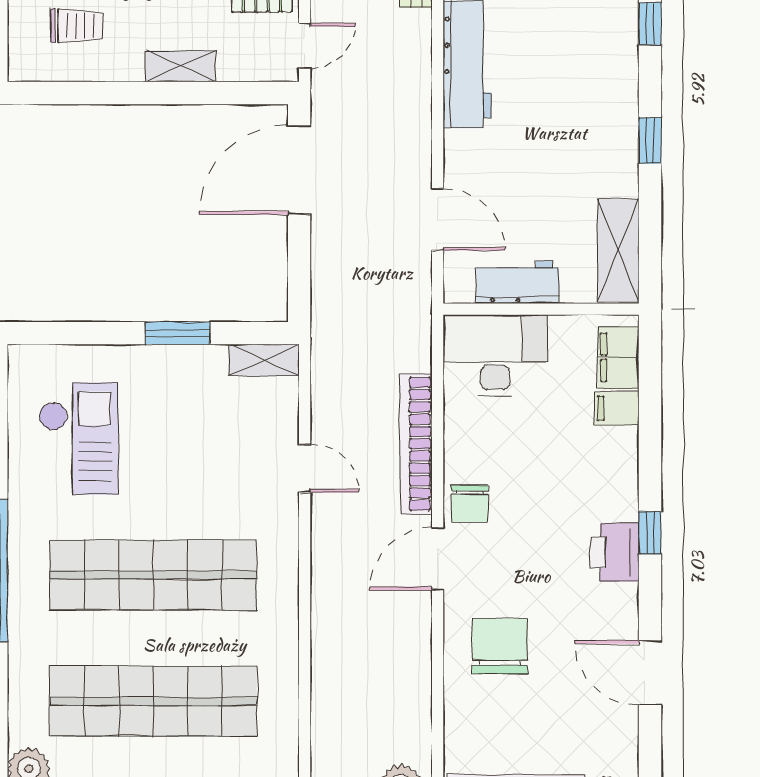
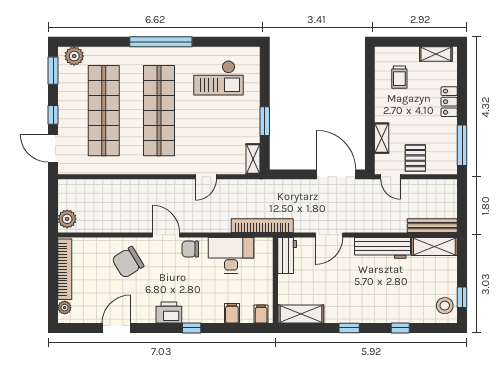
shelving: (181, 66) -> (382, 138), moved
door: (438, 219) -> (329, 235), moved
workbench: (518, 282) -> (287, 255), moved
desk: (495, 355) -> (231, 255), moved, turned -90
filing cabinet: (618, 357) -> (261, 314), width x0.50
bookcase: (416, 444) -> (262, 226), moved
window: (650, 533) -> (192, 328), moved
chair: (500, 646) -> (128, 262), turned 149

